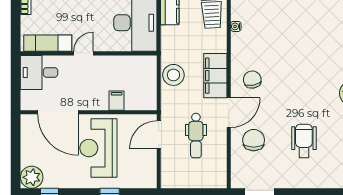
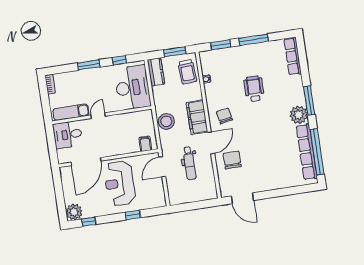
filing cabinet: (117, 101) -> (145, 144), moved
door: (58, 112) -> (86, 162), hinge flipped
wheelchair: (304, 141) -> (254, 89), moved

